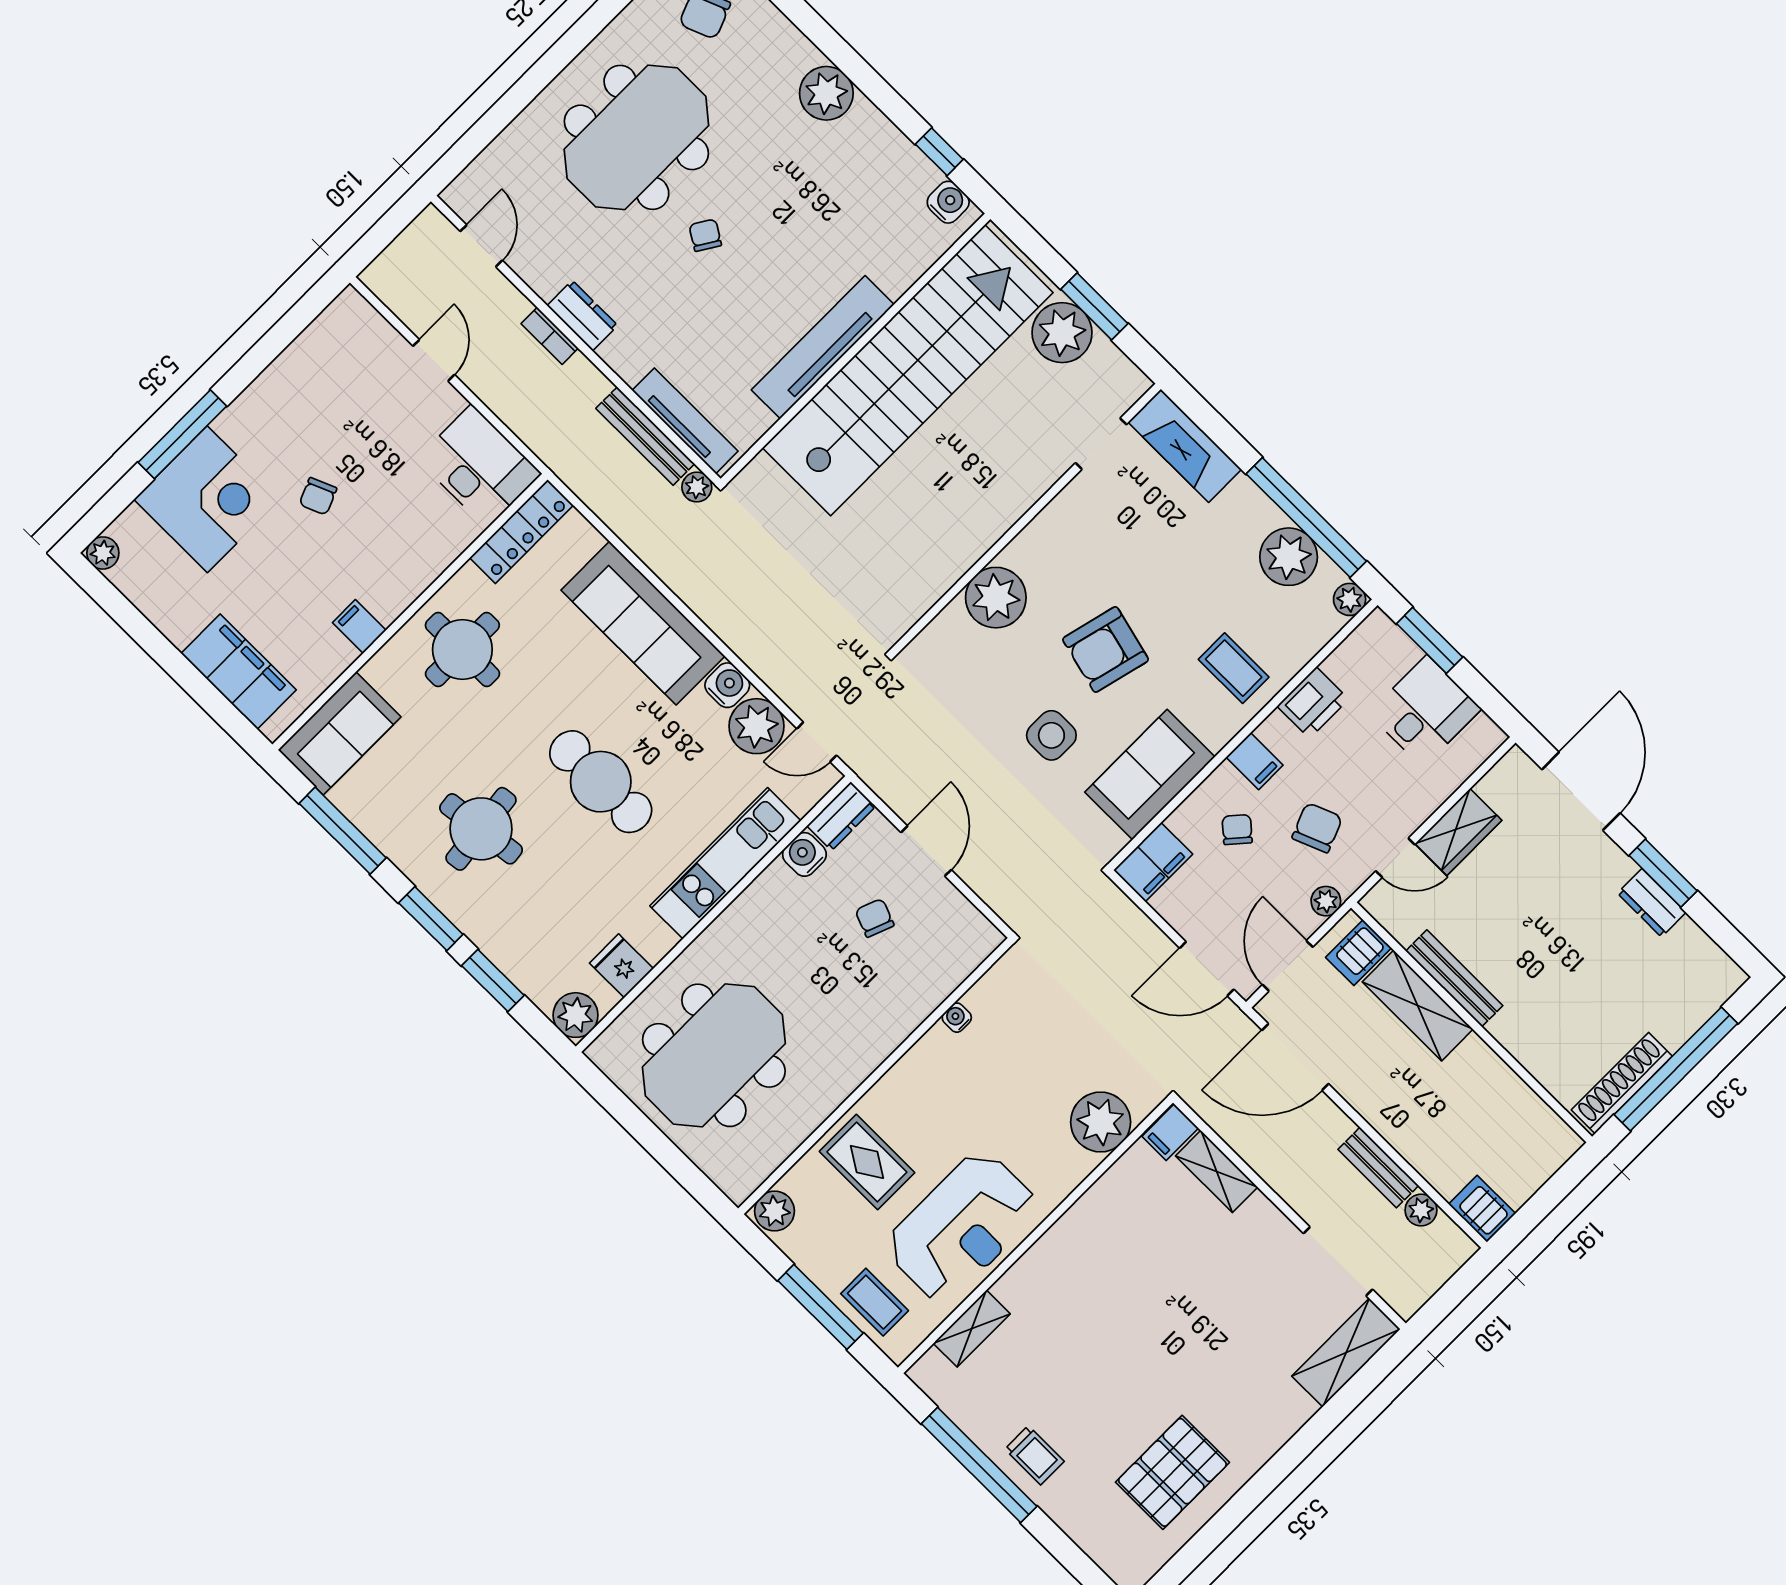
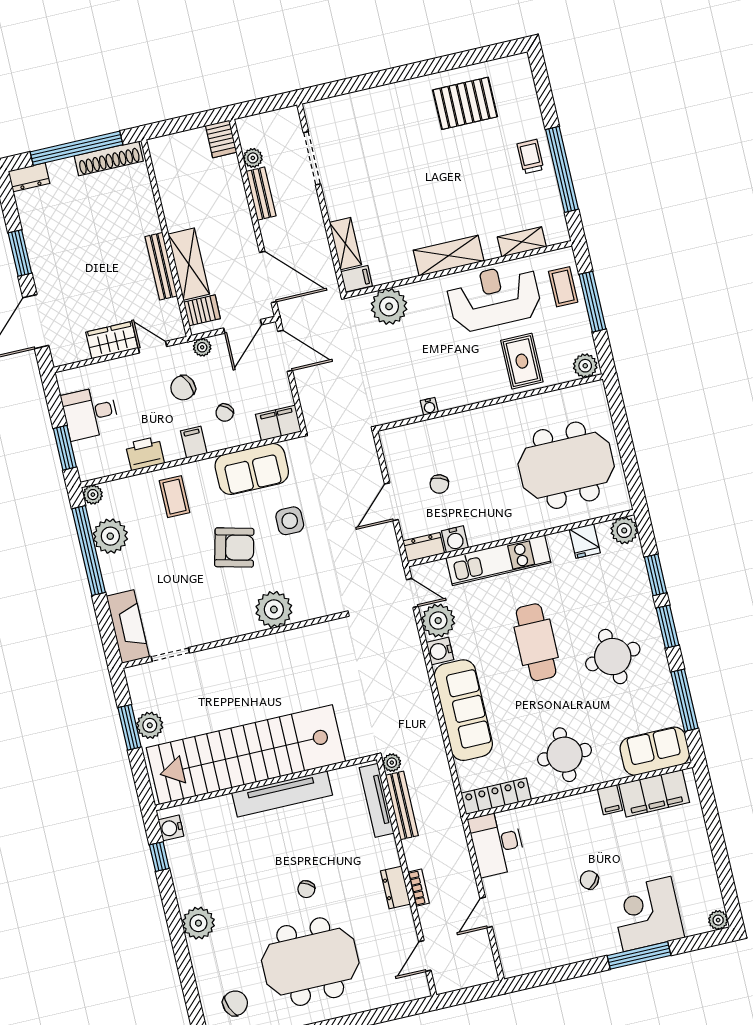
plant: (1062, 333) -> (150, 725), width x0.73, depth x0.73
chair: (318, 496) -> (589, 880), turned -115
filing cabinet: (239, 672) -> (654, 793), moved, turned -90
dresser: (1652, 903) -> (29, 177), moved, turned 90
shelving: (1346, 1353) -> (449, 256), moved

